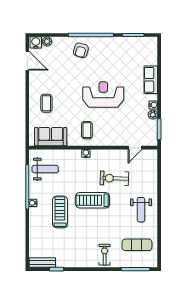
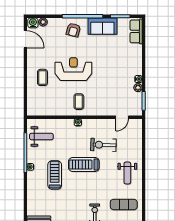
row of seats: (151, 80) -> (136, 31), moved
reception desk: (103, 94) -> (73, 69), moved
sofa: (51, 137) -> (102, 26), moved, turned 180

